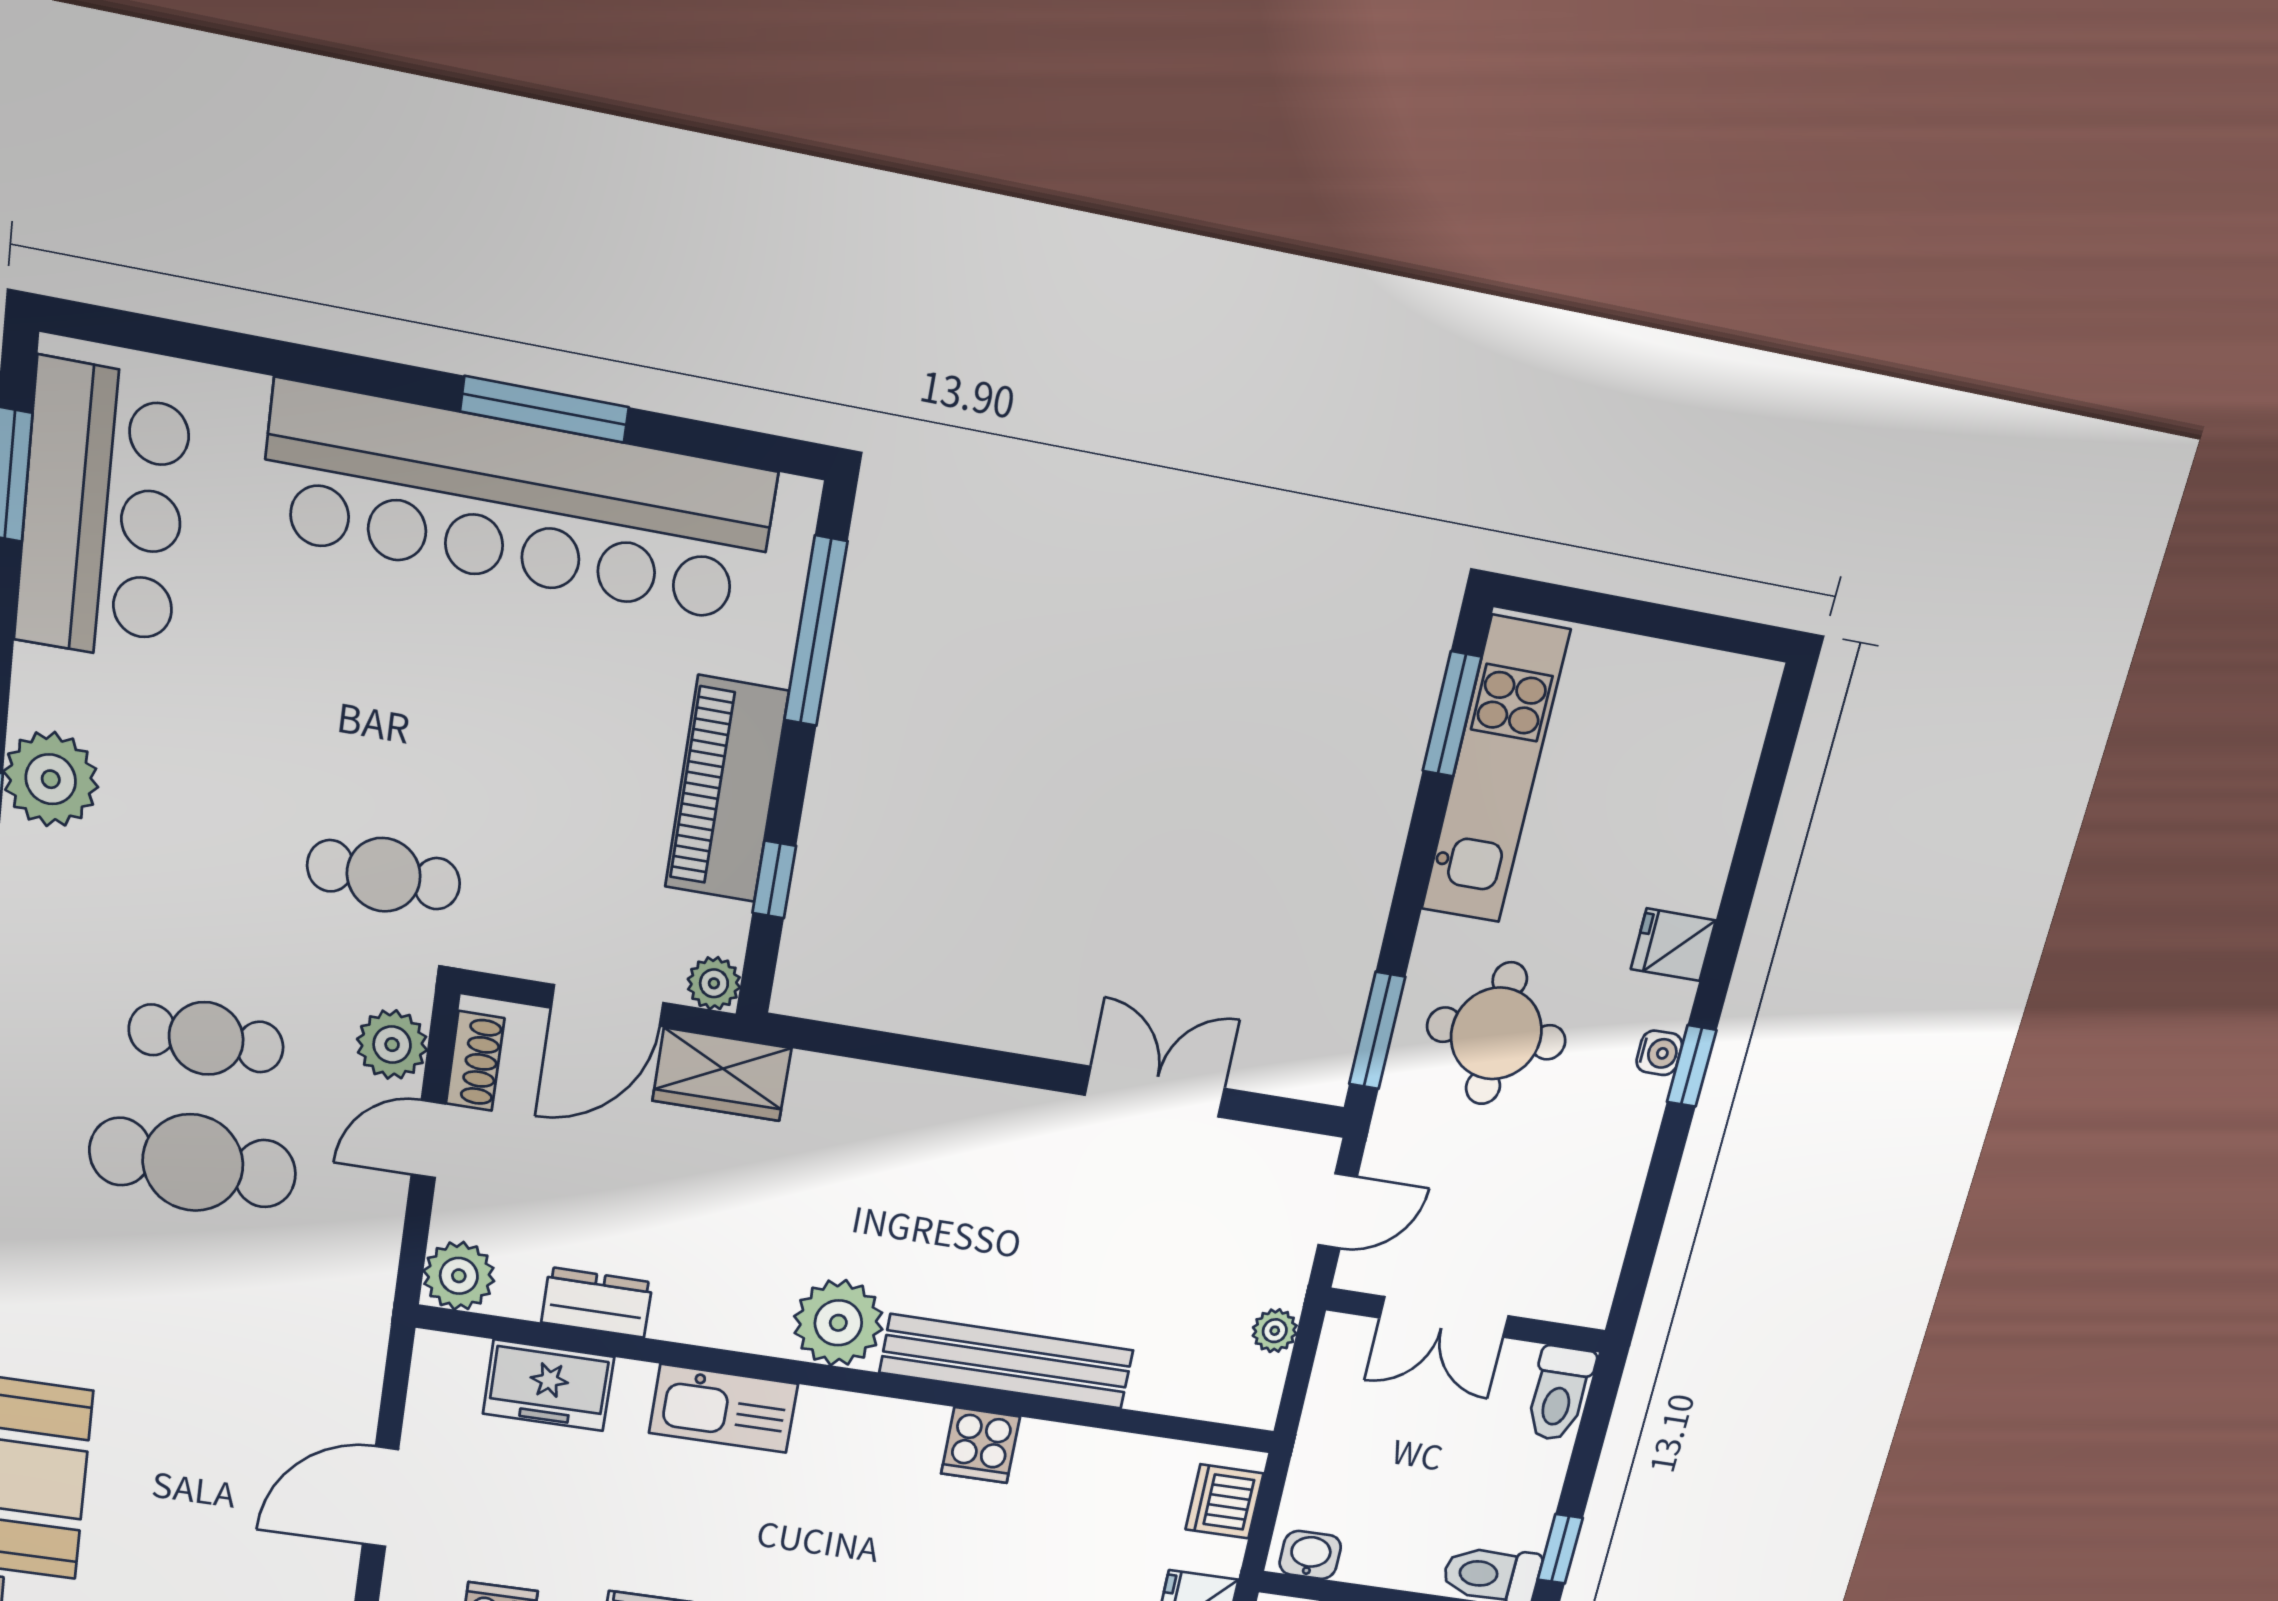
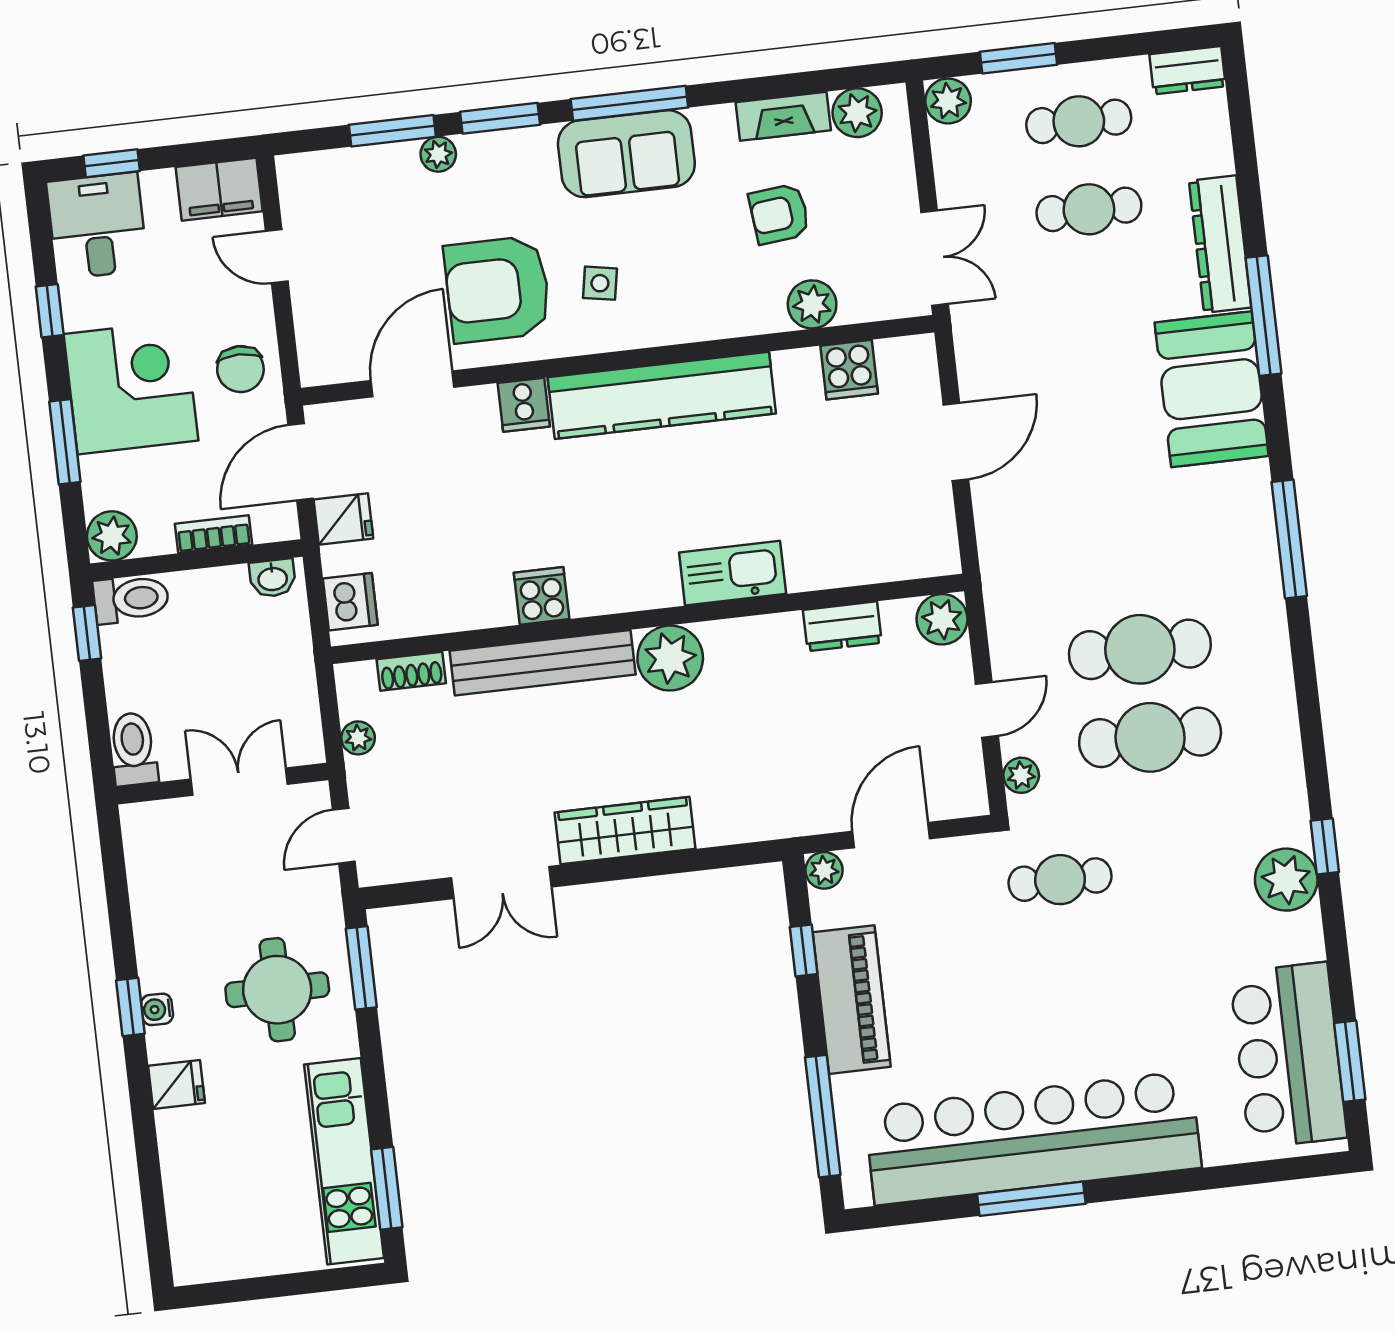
cafe table: (206, 1038) -> (1150, 737), width x1.37, depth x1.35
plant: (392, 1045) -> (1021, 775), width x0.73, depth x0.73
shoe rack: (475, 1061) -> (411, 671), moved, turned -90
wardrobe: (722, 1074) -> (625, 831), moved, width x1.50
freezer: (549, 1385) -> (860, 557), removed

